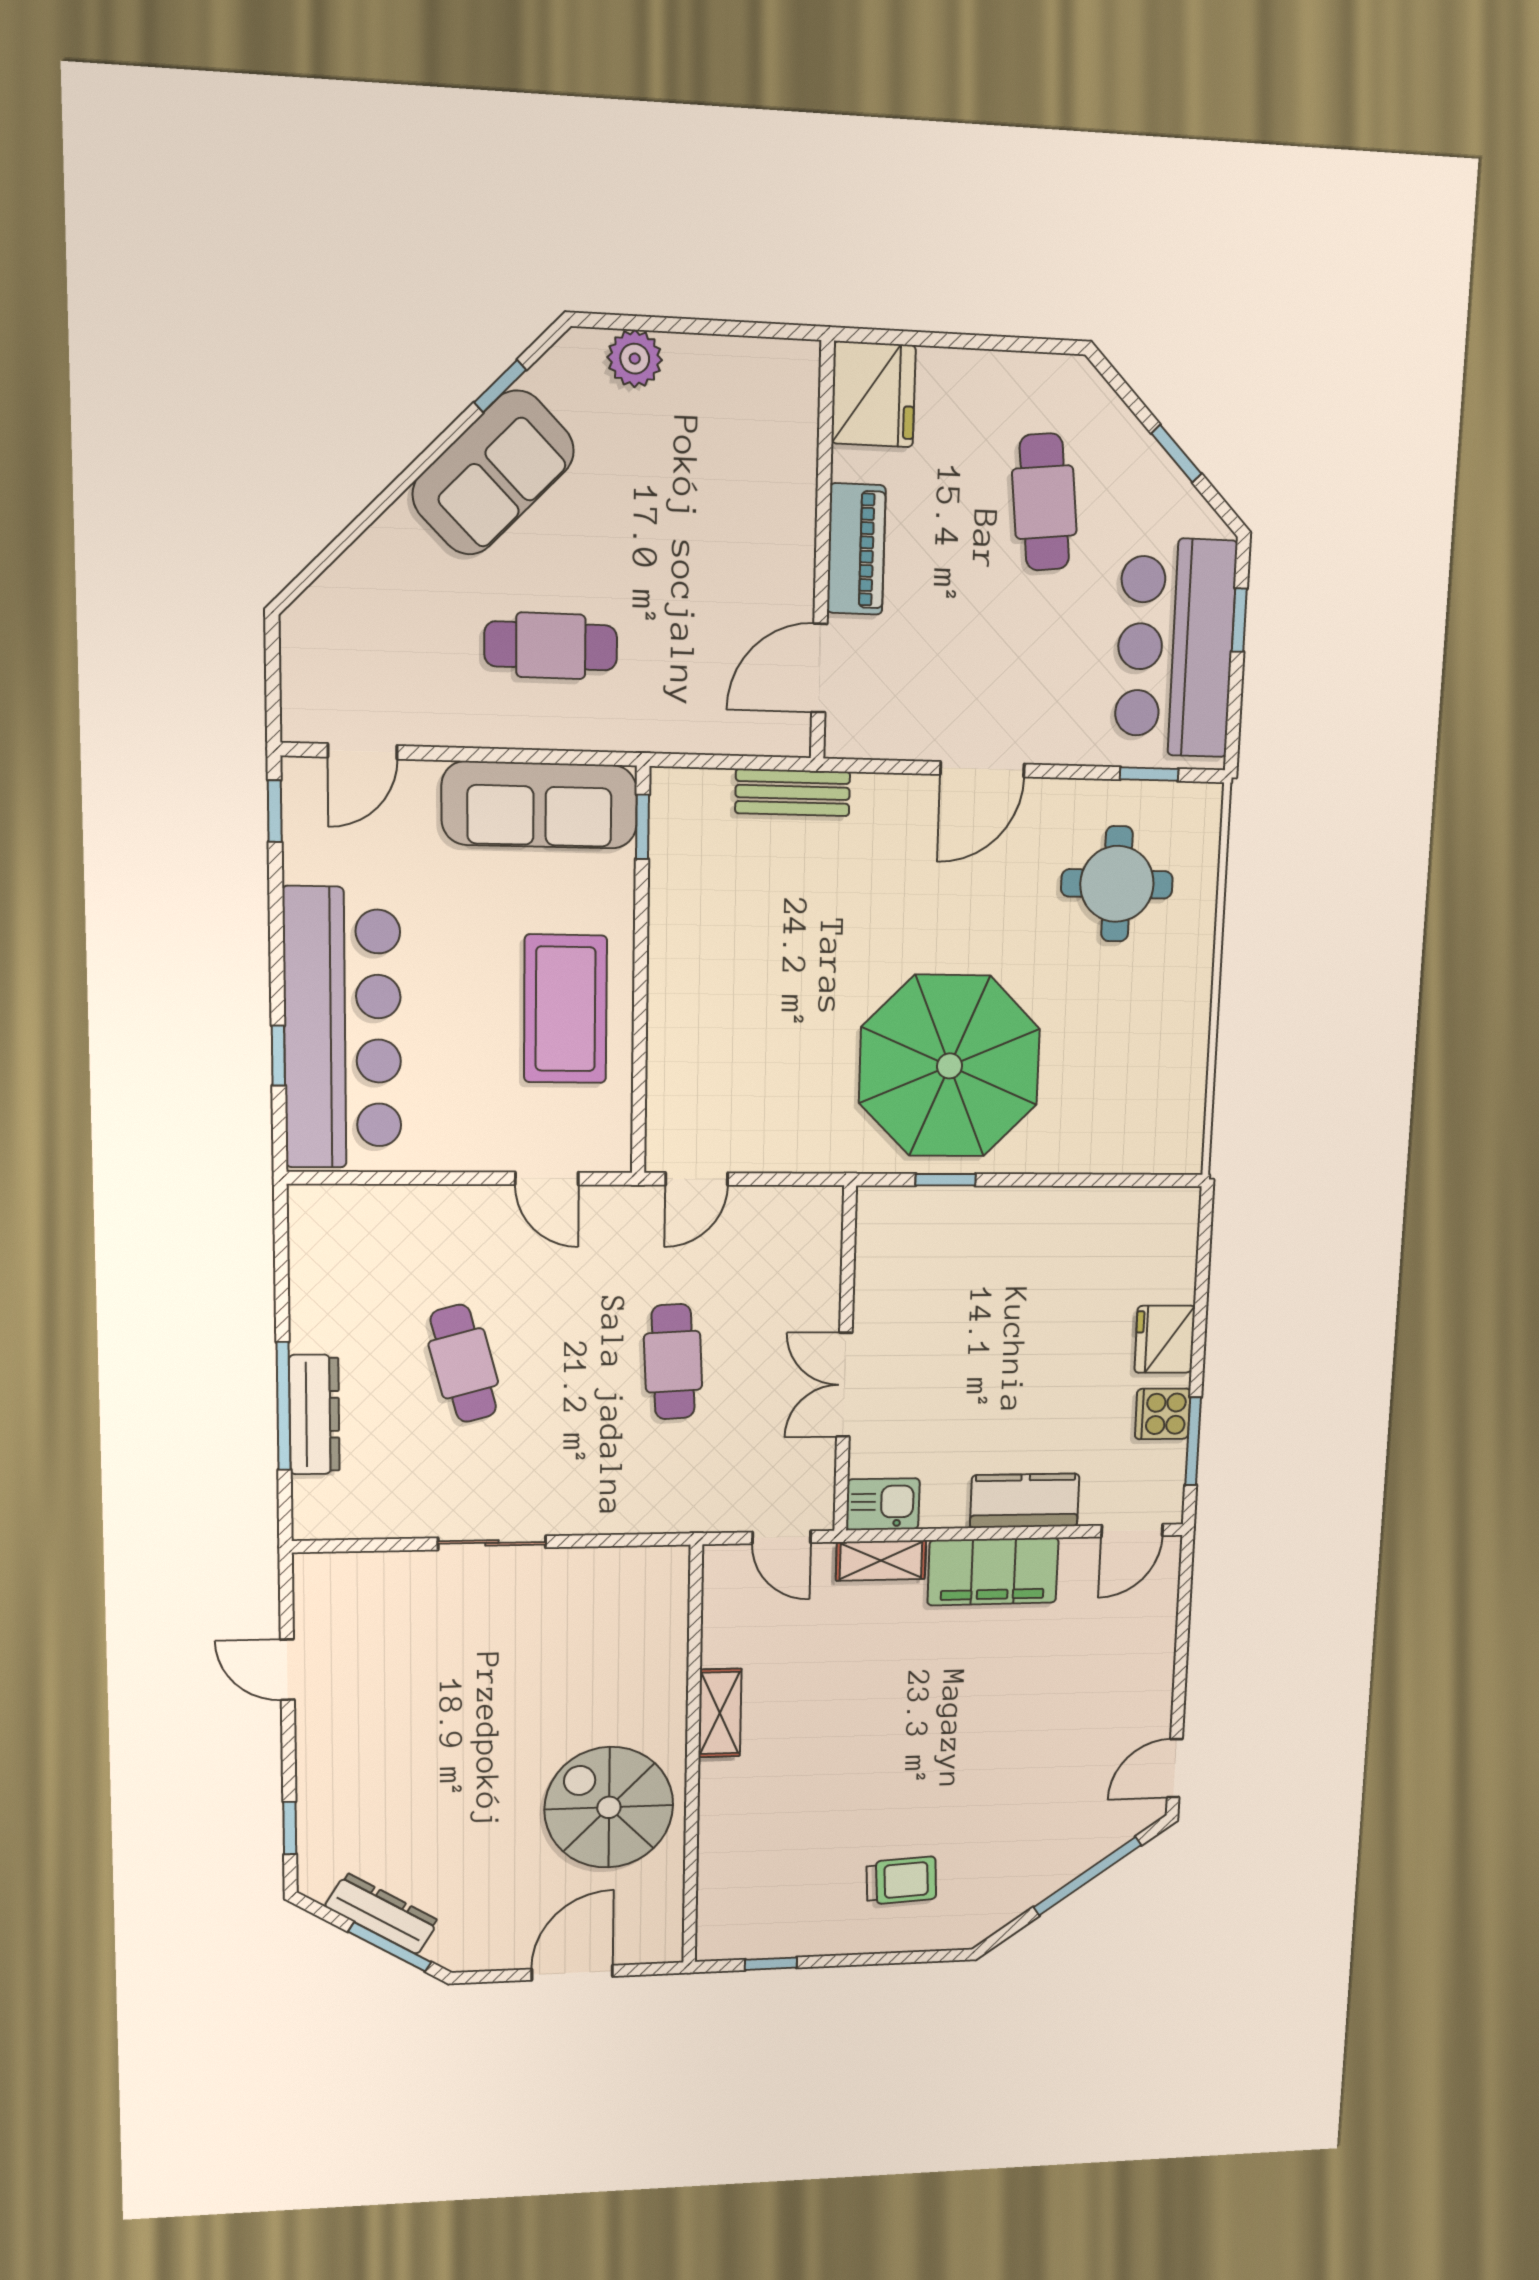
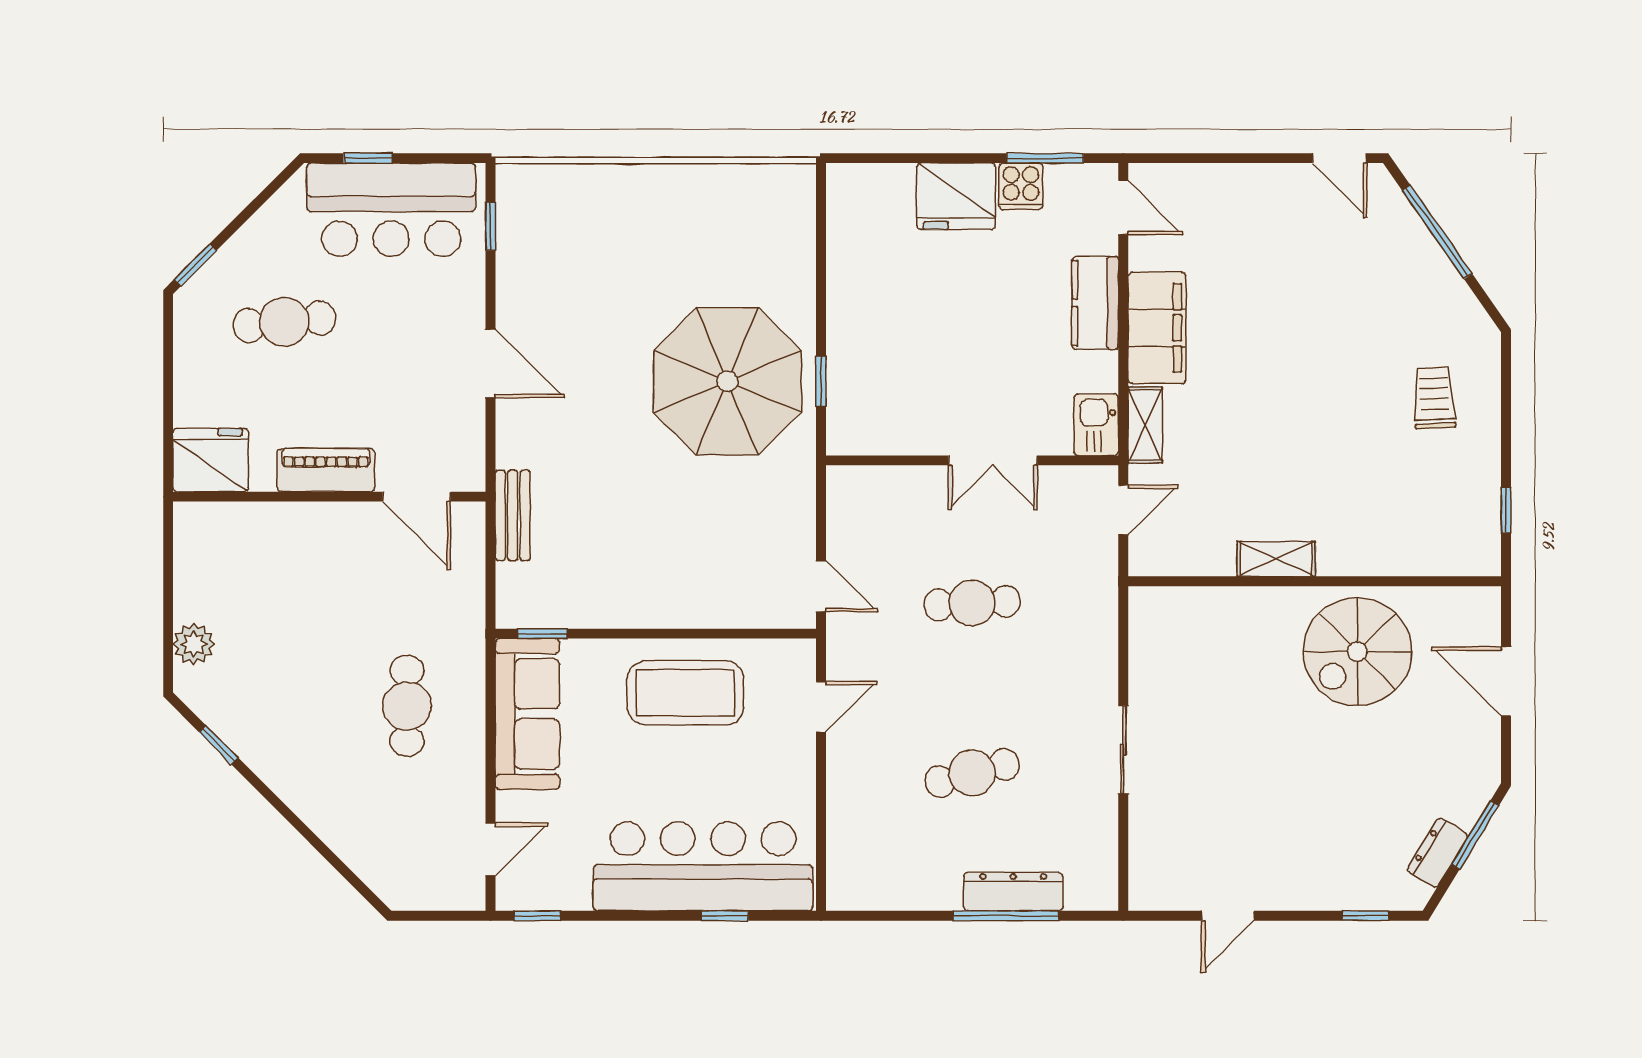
window: (1176, 454) -> (195, 265), moved
sofa: (493, 473) -> (281, 750), removed
door: (362, 751) -> (491, 849), hinge flipped
round table: (1117, 884) -> (578, 248), removed
fridge: (1165, 1339) -> (956, 196), width x1.36, depth x1.34
dresser: (382, 1914) -> (1438, 853), width x0.70

